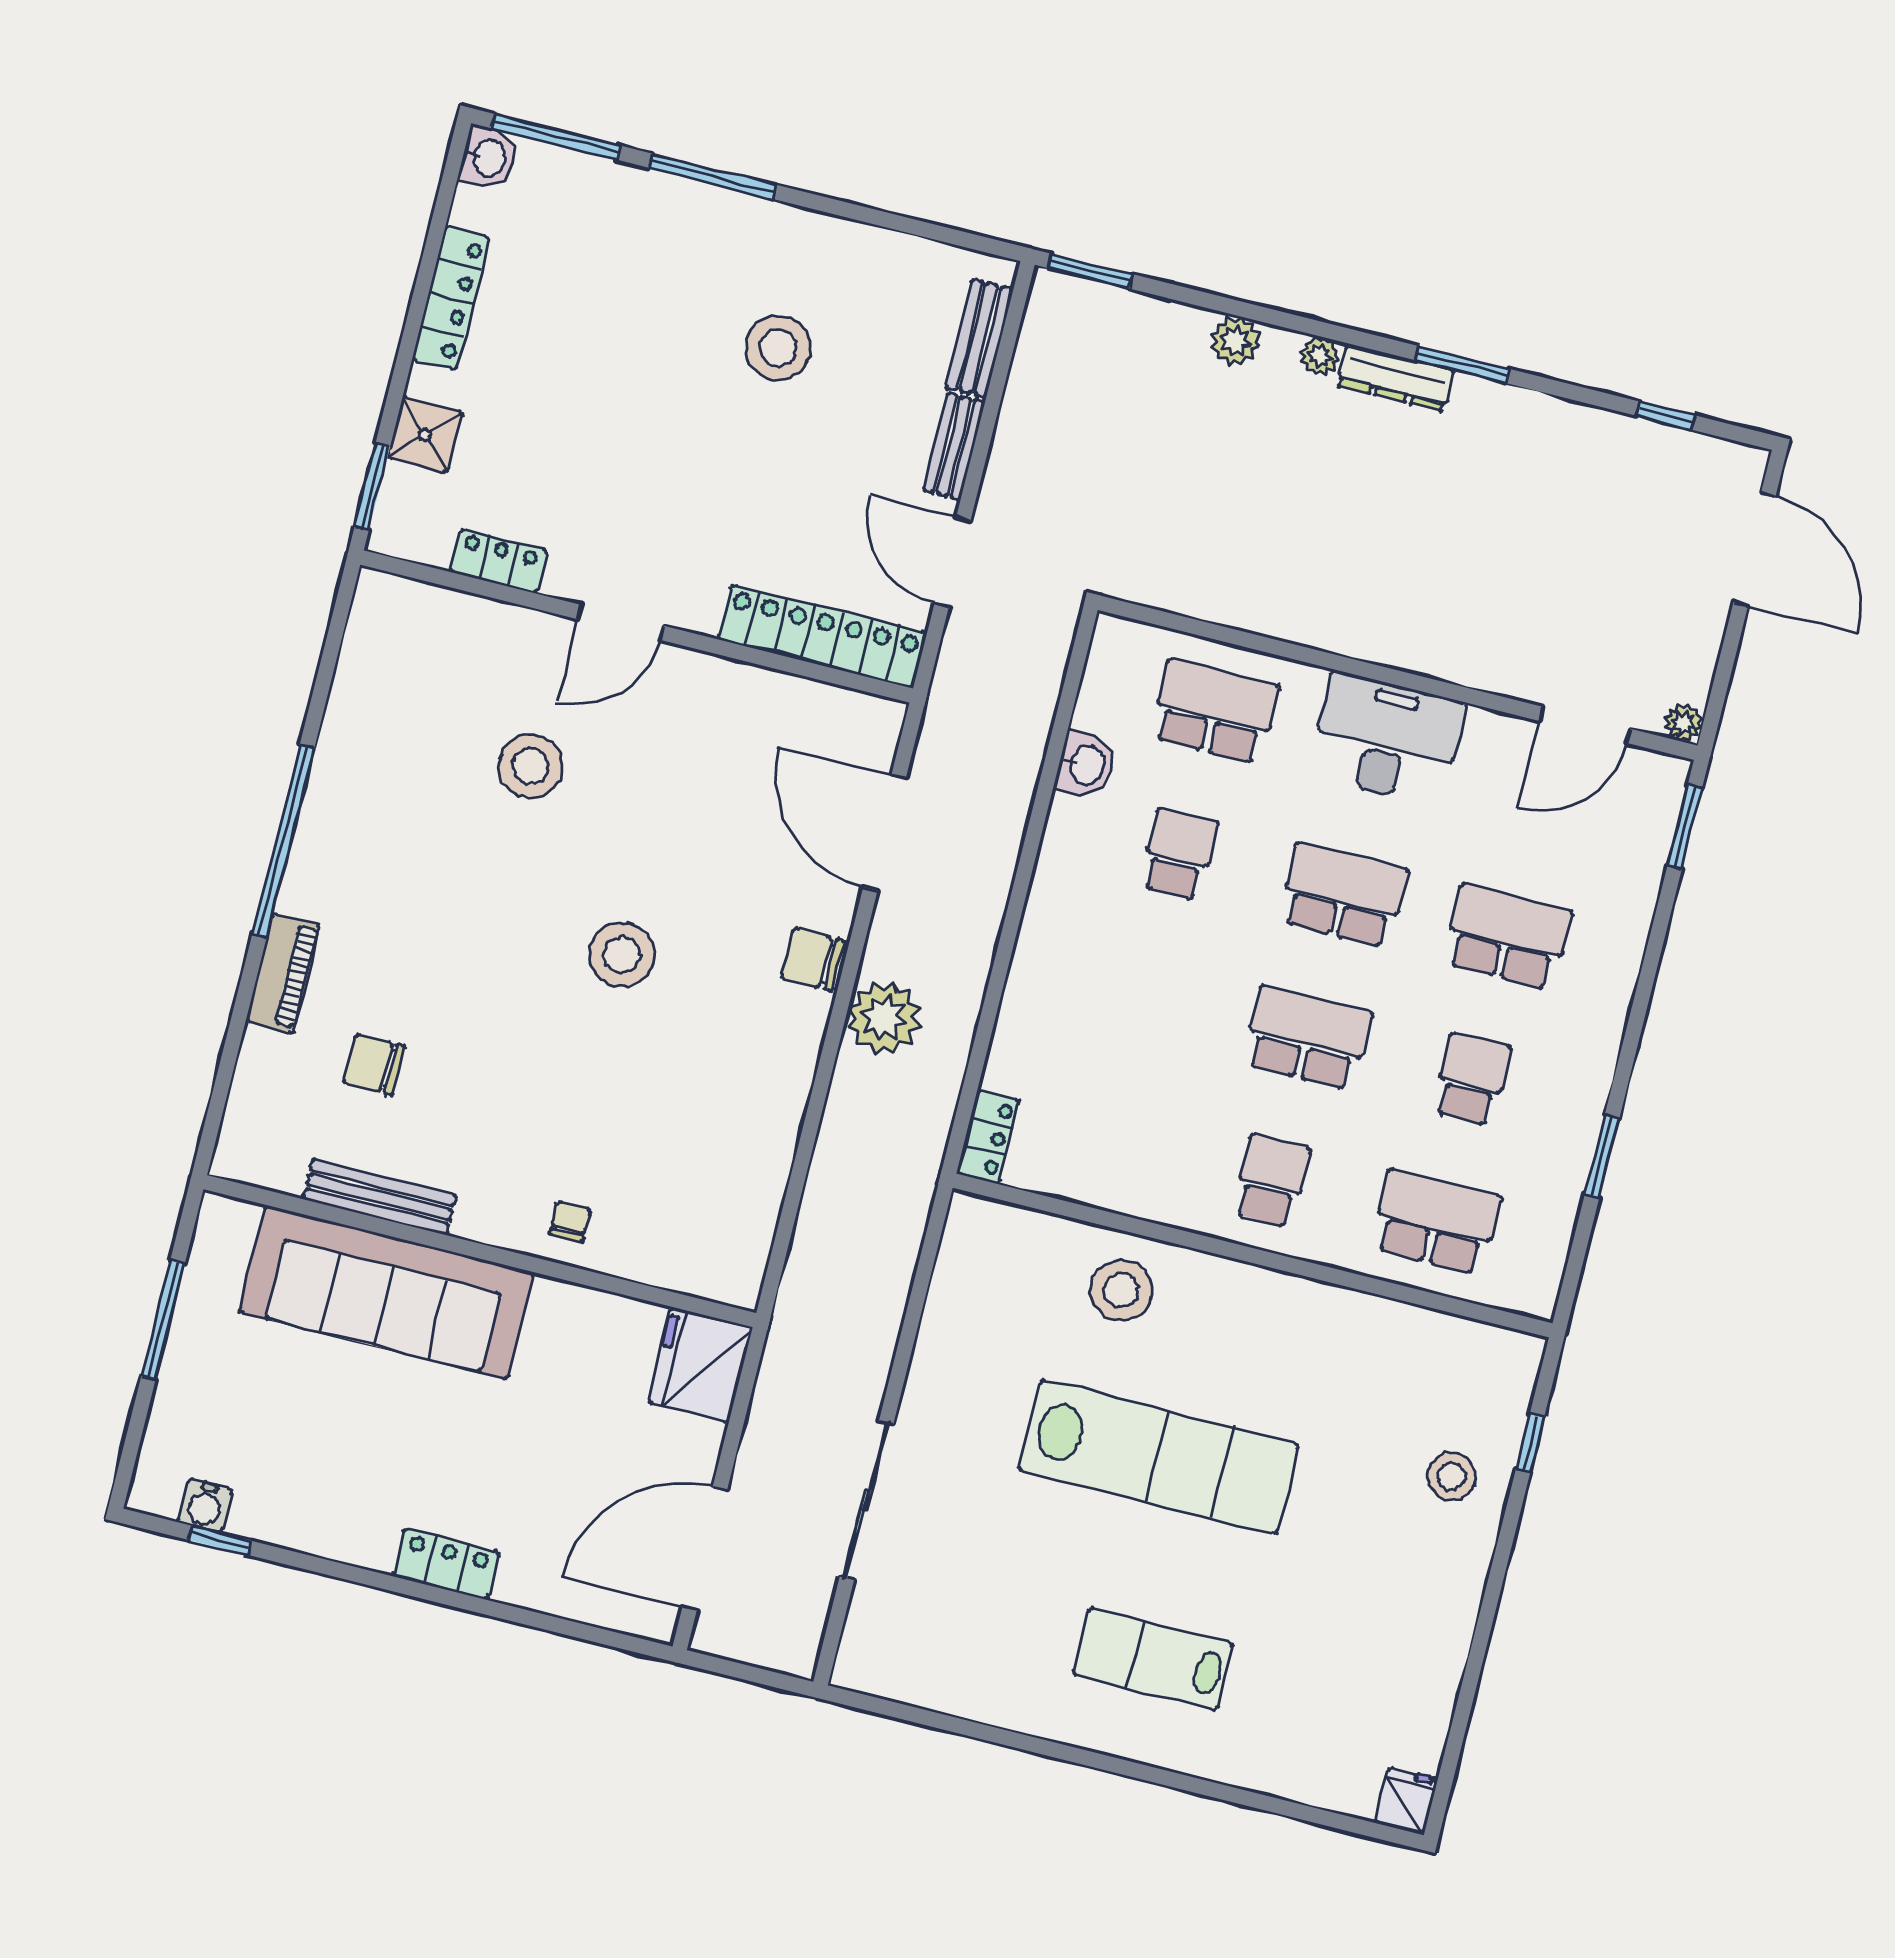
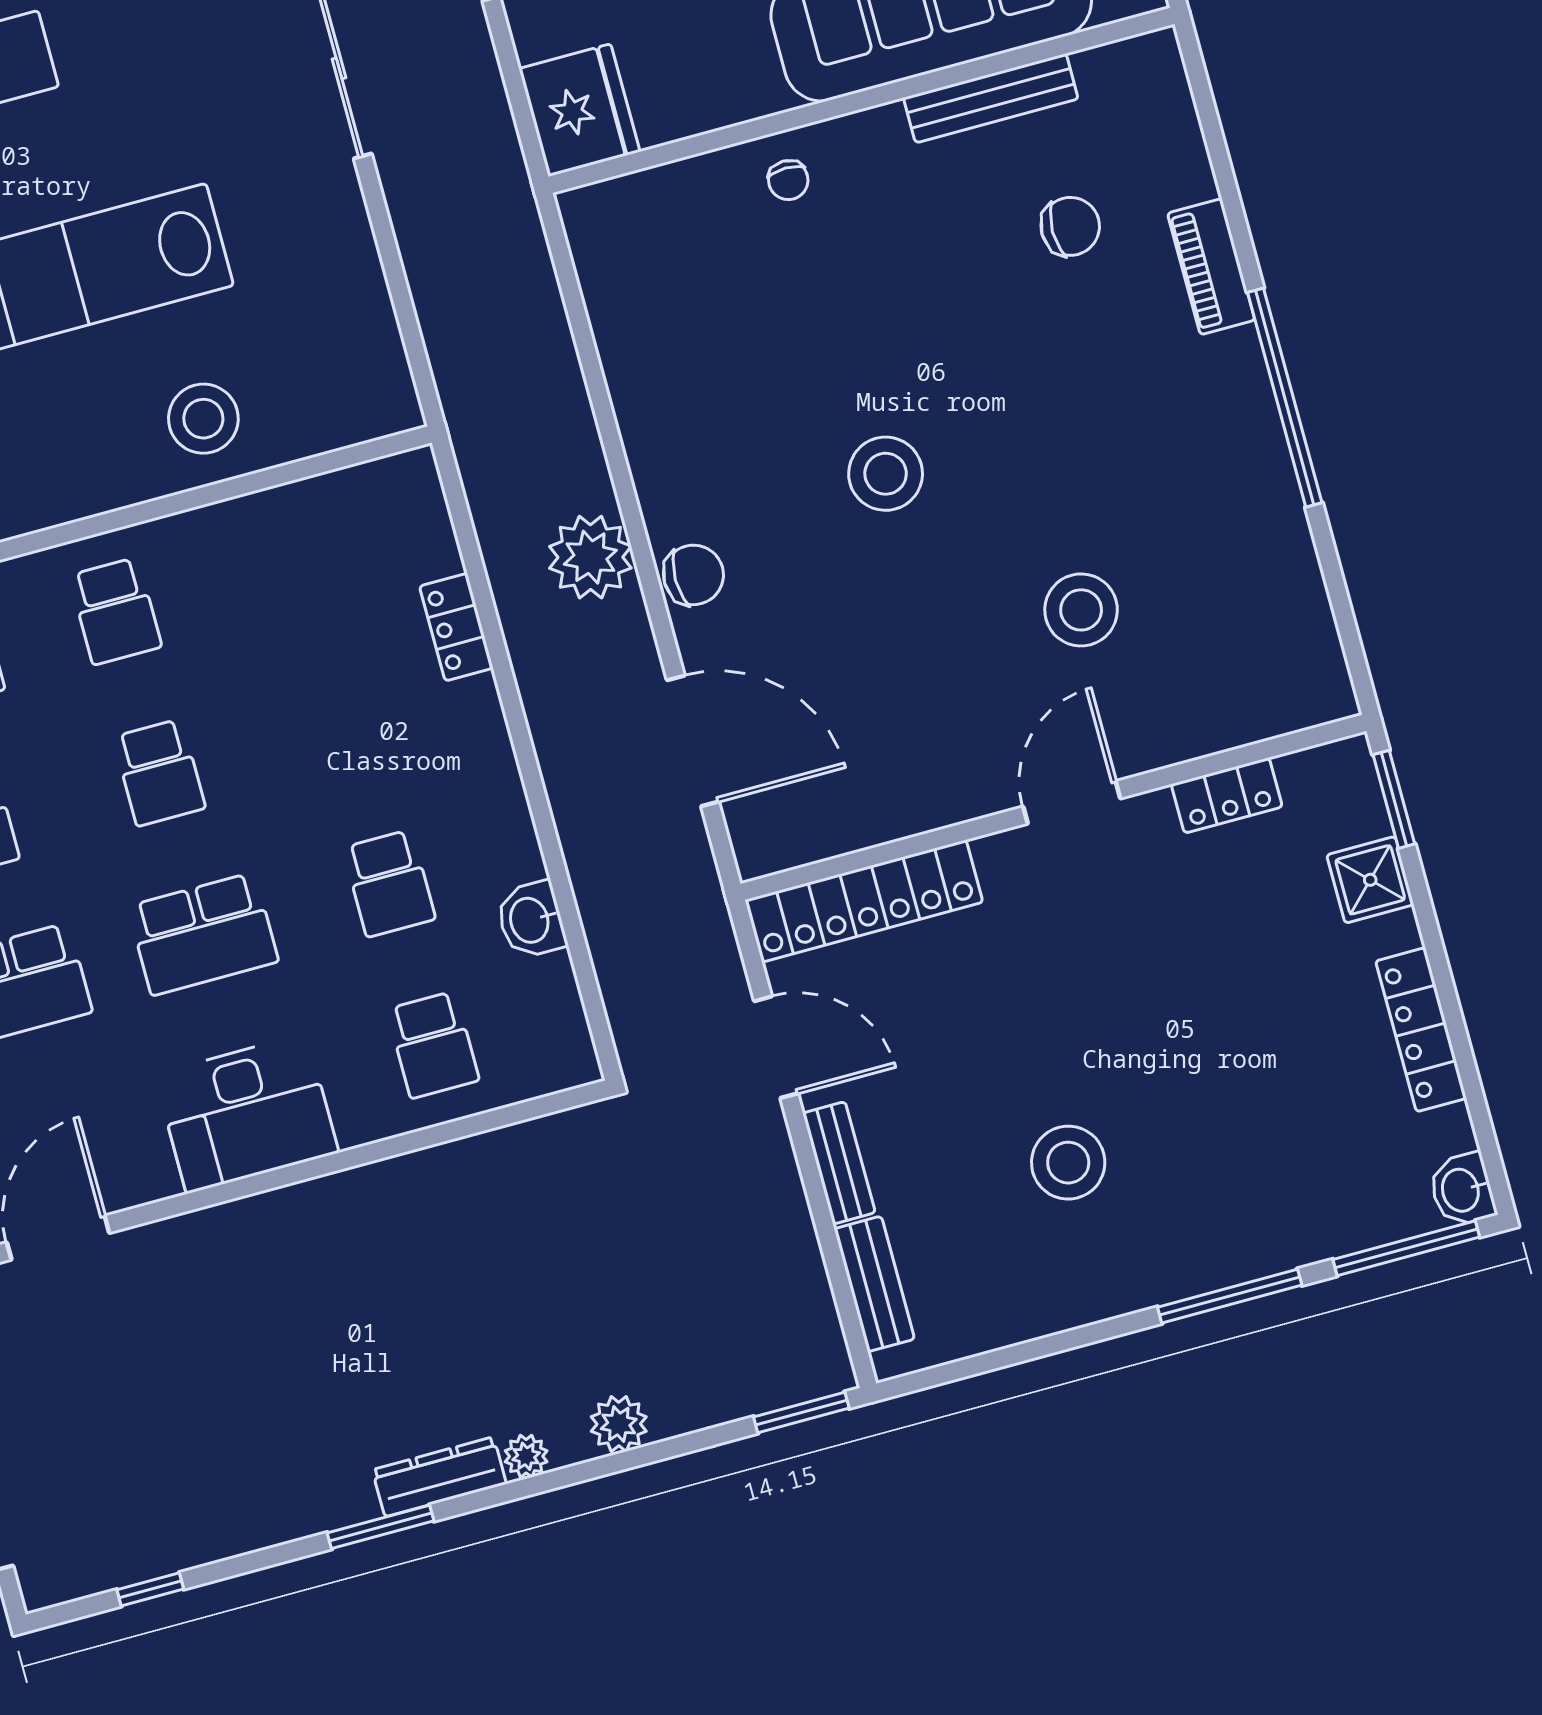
school desk: (1214, 712) -> (433, 1045), width x0.54
school desk: (1307, 1038) -> (159, 773), width x0.54
locker: (988, 1137) -> (456, 627), moved

